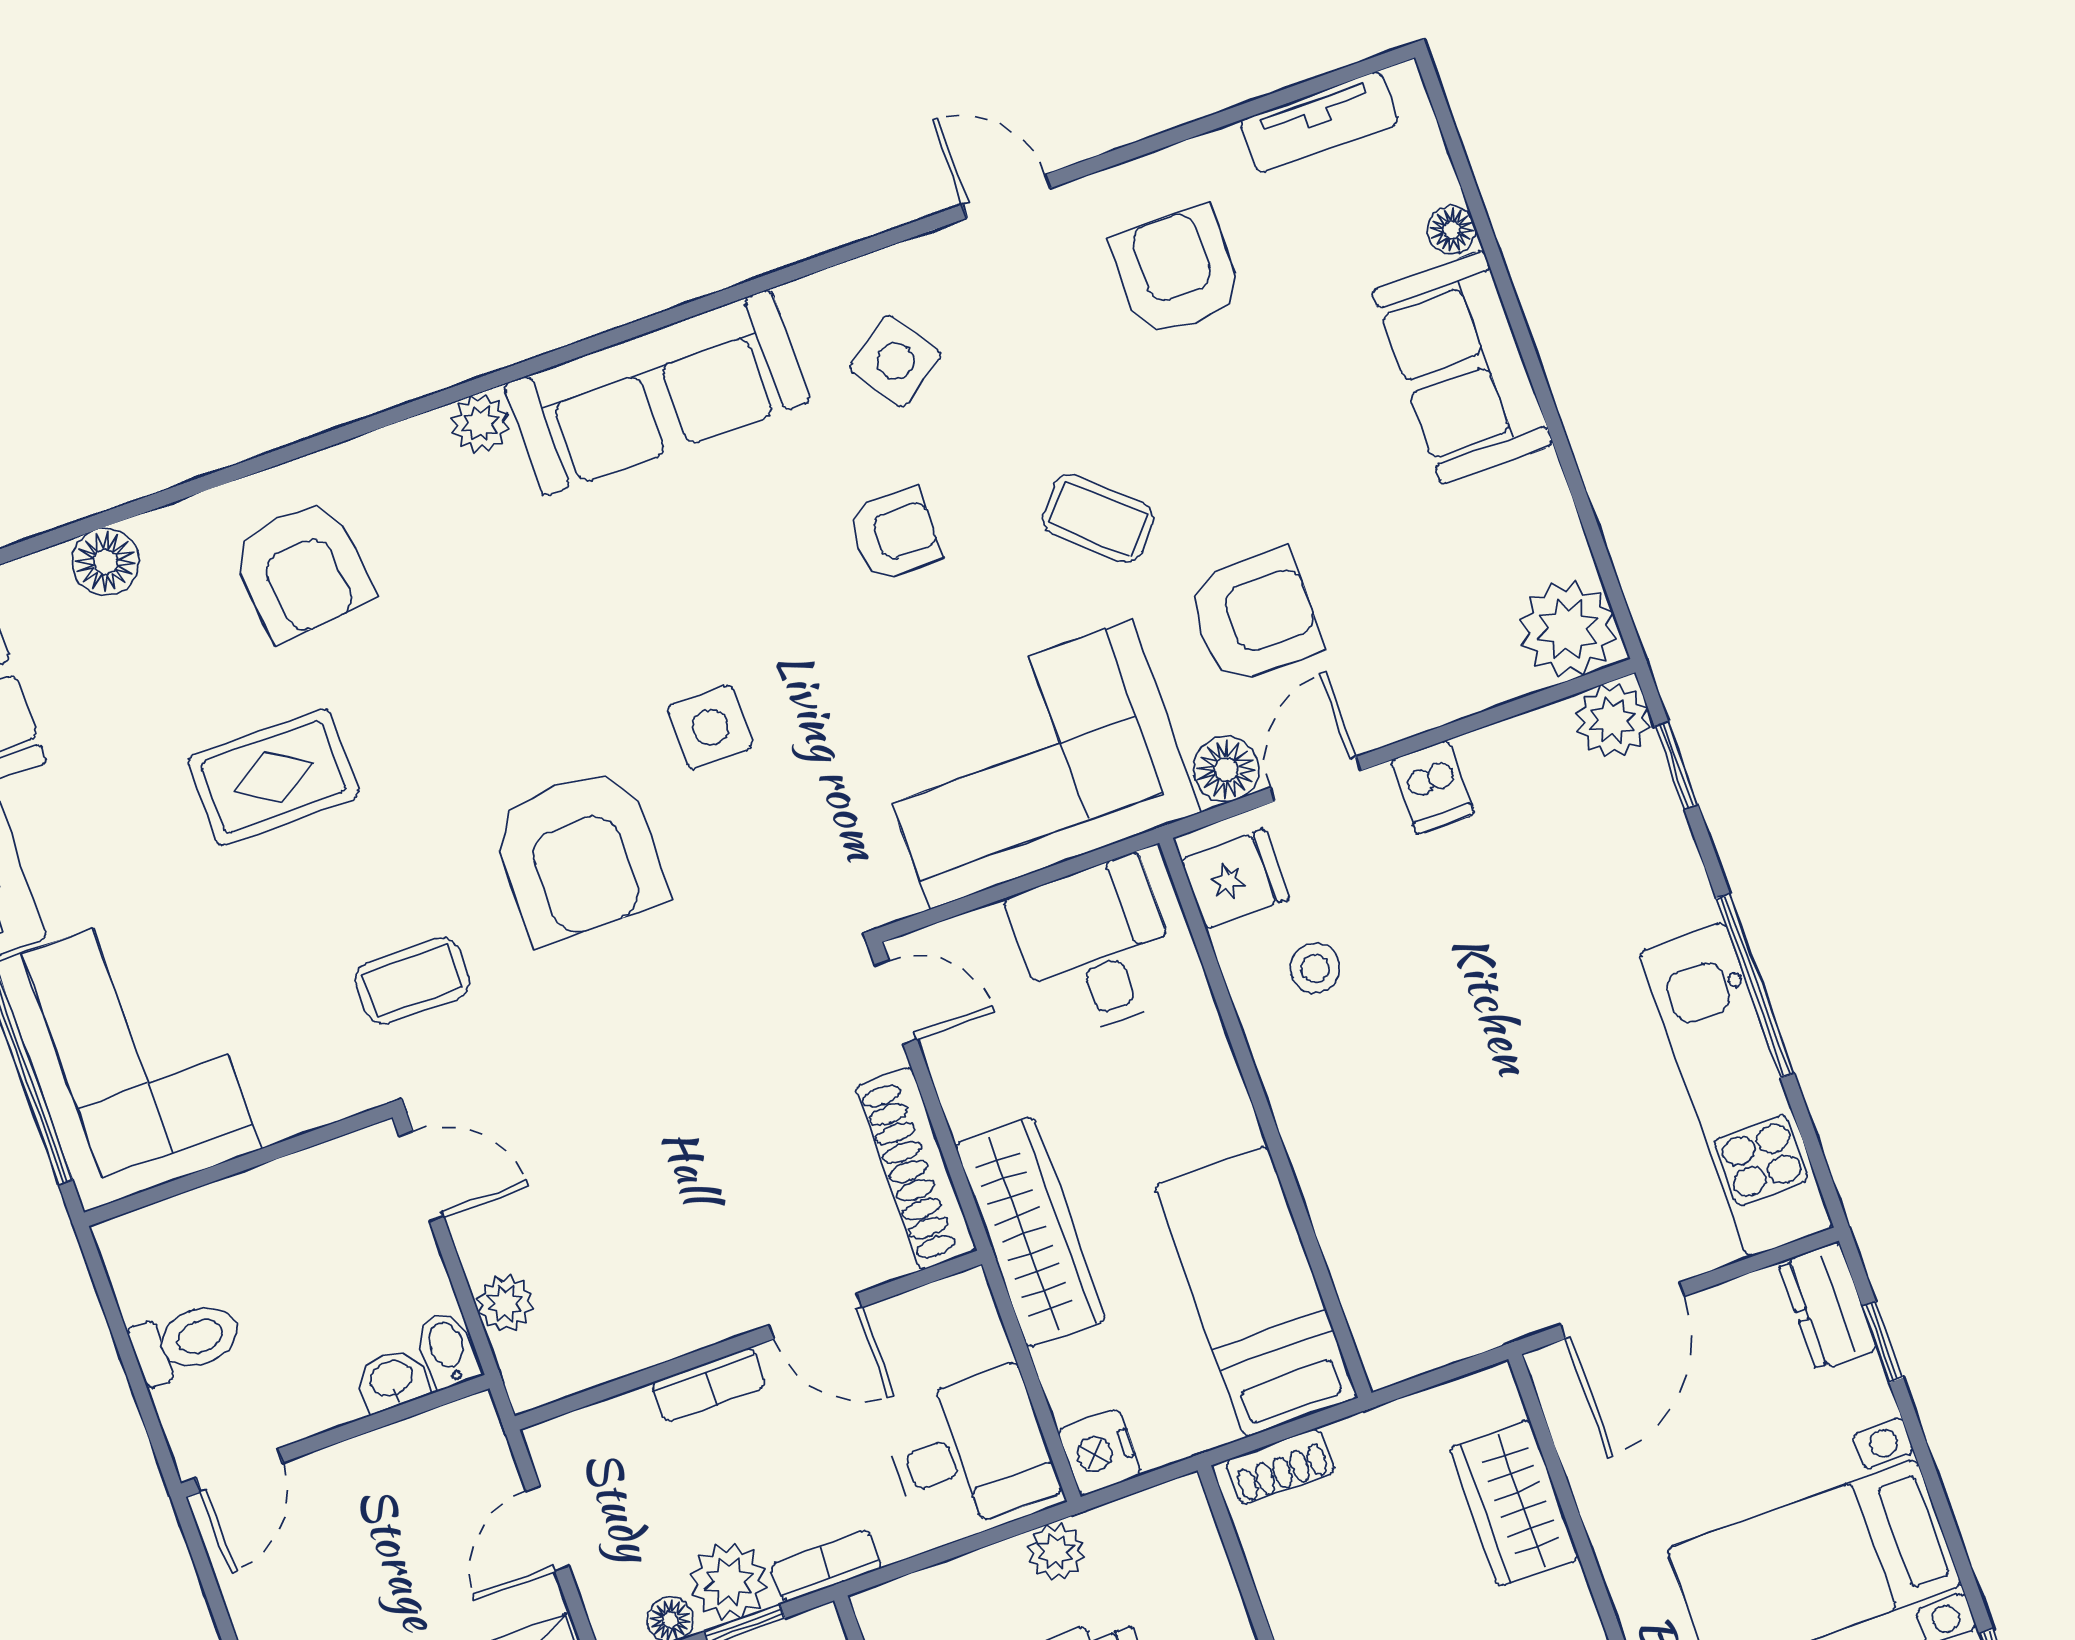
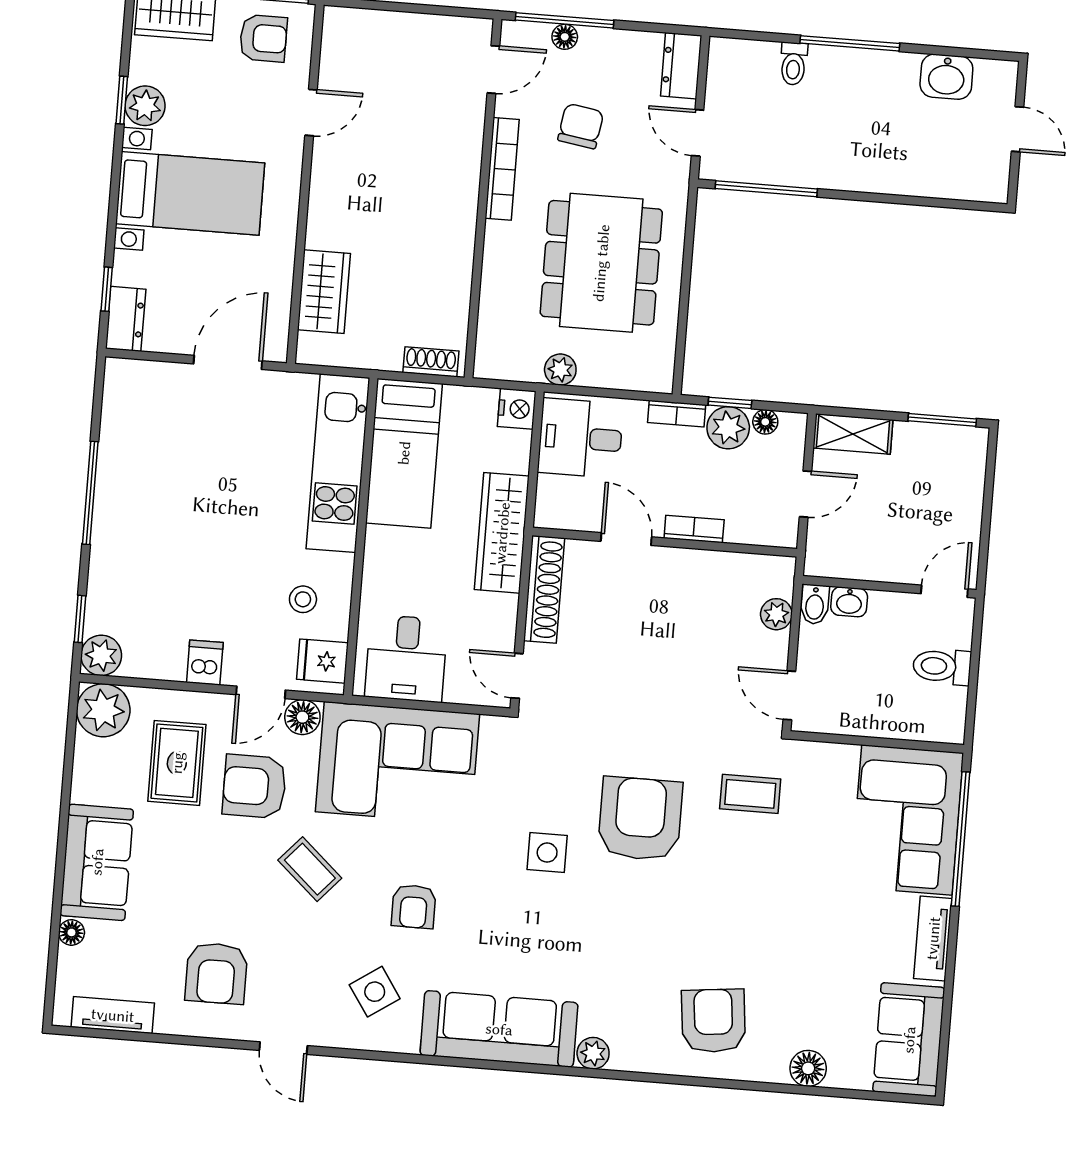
armchair: (894, 534) -> (414, 906), turned -90
rug: (273, 777) -> (177, 763), moved, turned 90
kitchen unit: (1736, 1090) -> (338, 463), moved, turned 180

